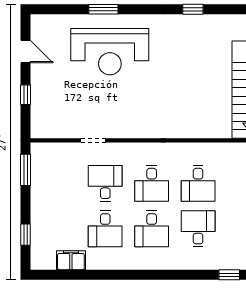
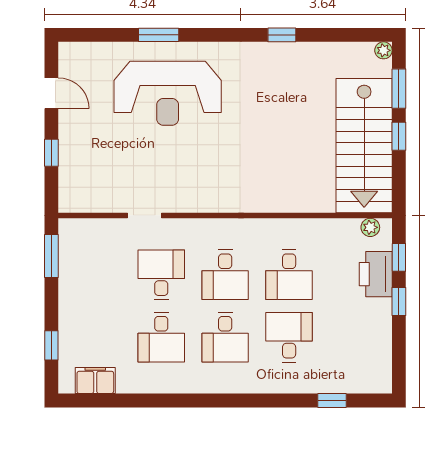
filing cabinet: (71, 260) -> (95, 381), moved

